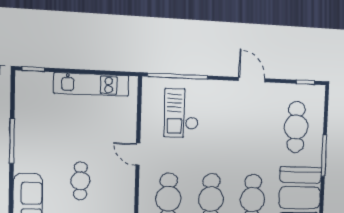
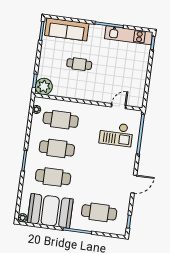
kitchen unit: (92, 84) -> (129, 35), moved, turned -90
checkout: (181, 113) -> (116, 134), turned 180
door: (138, 154) -> (119, 106), moved

